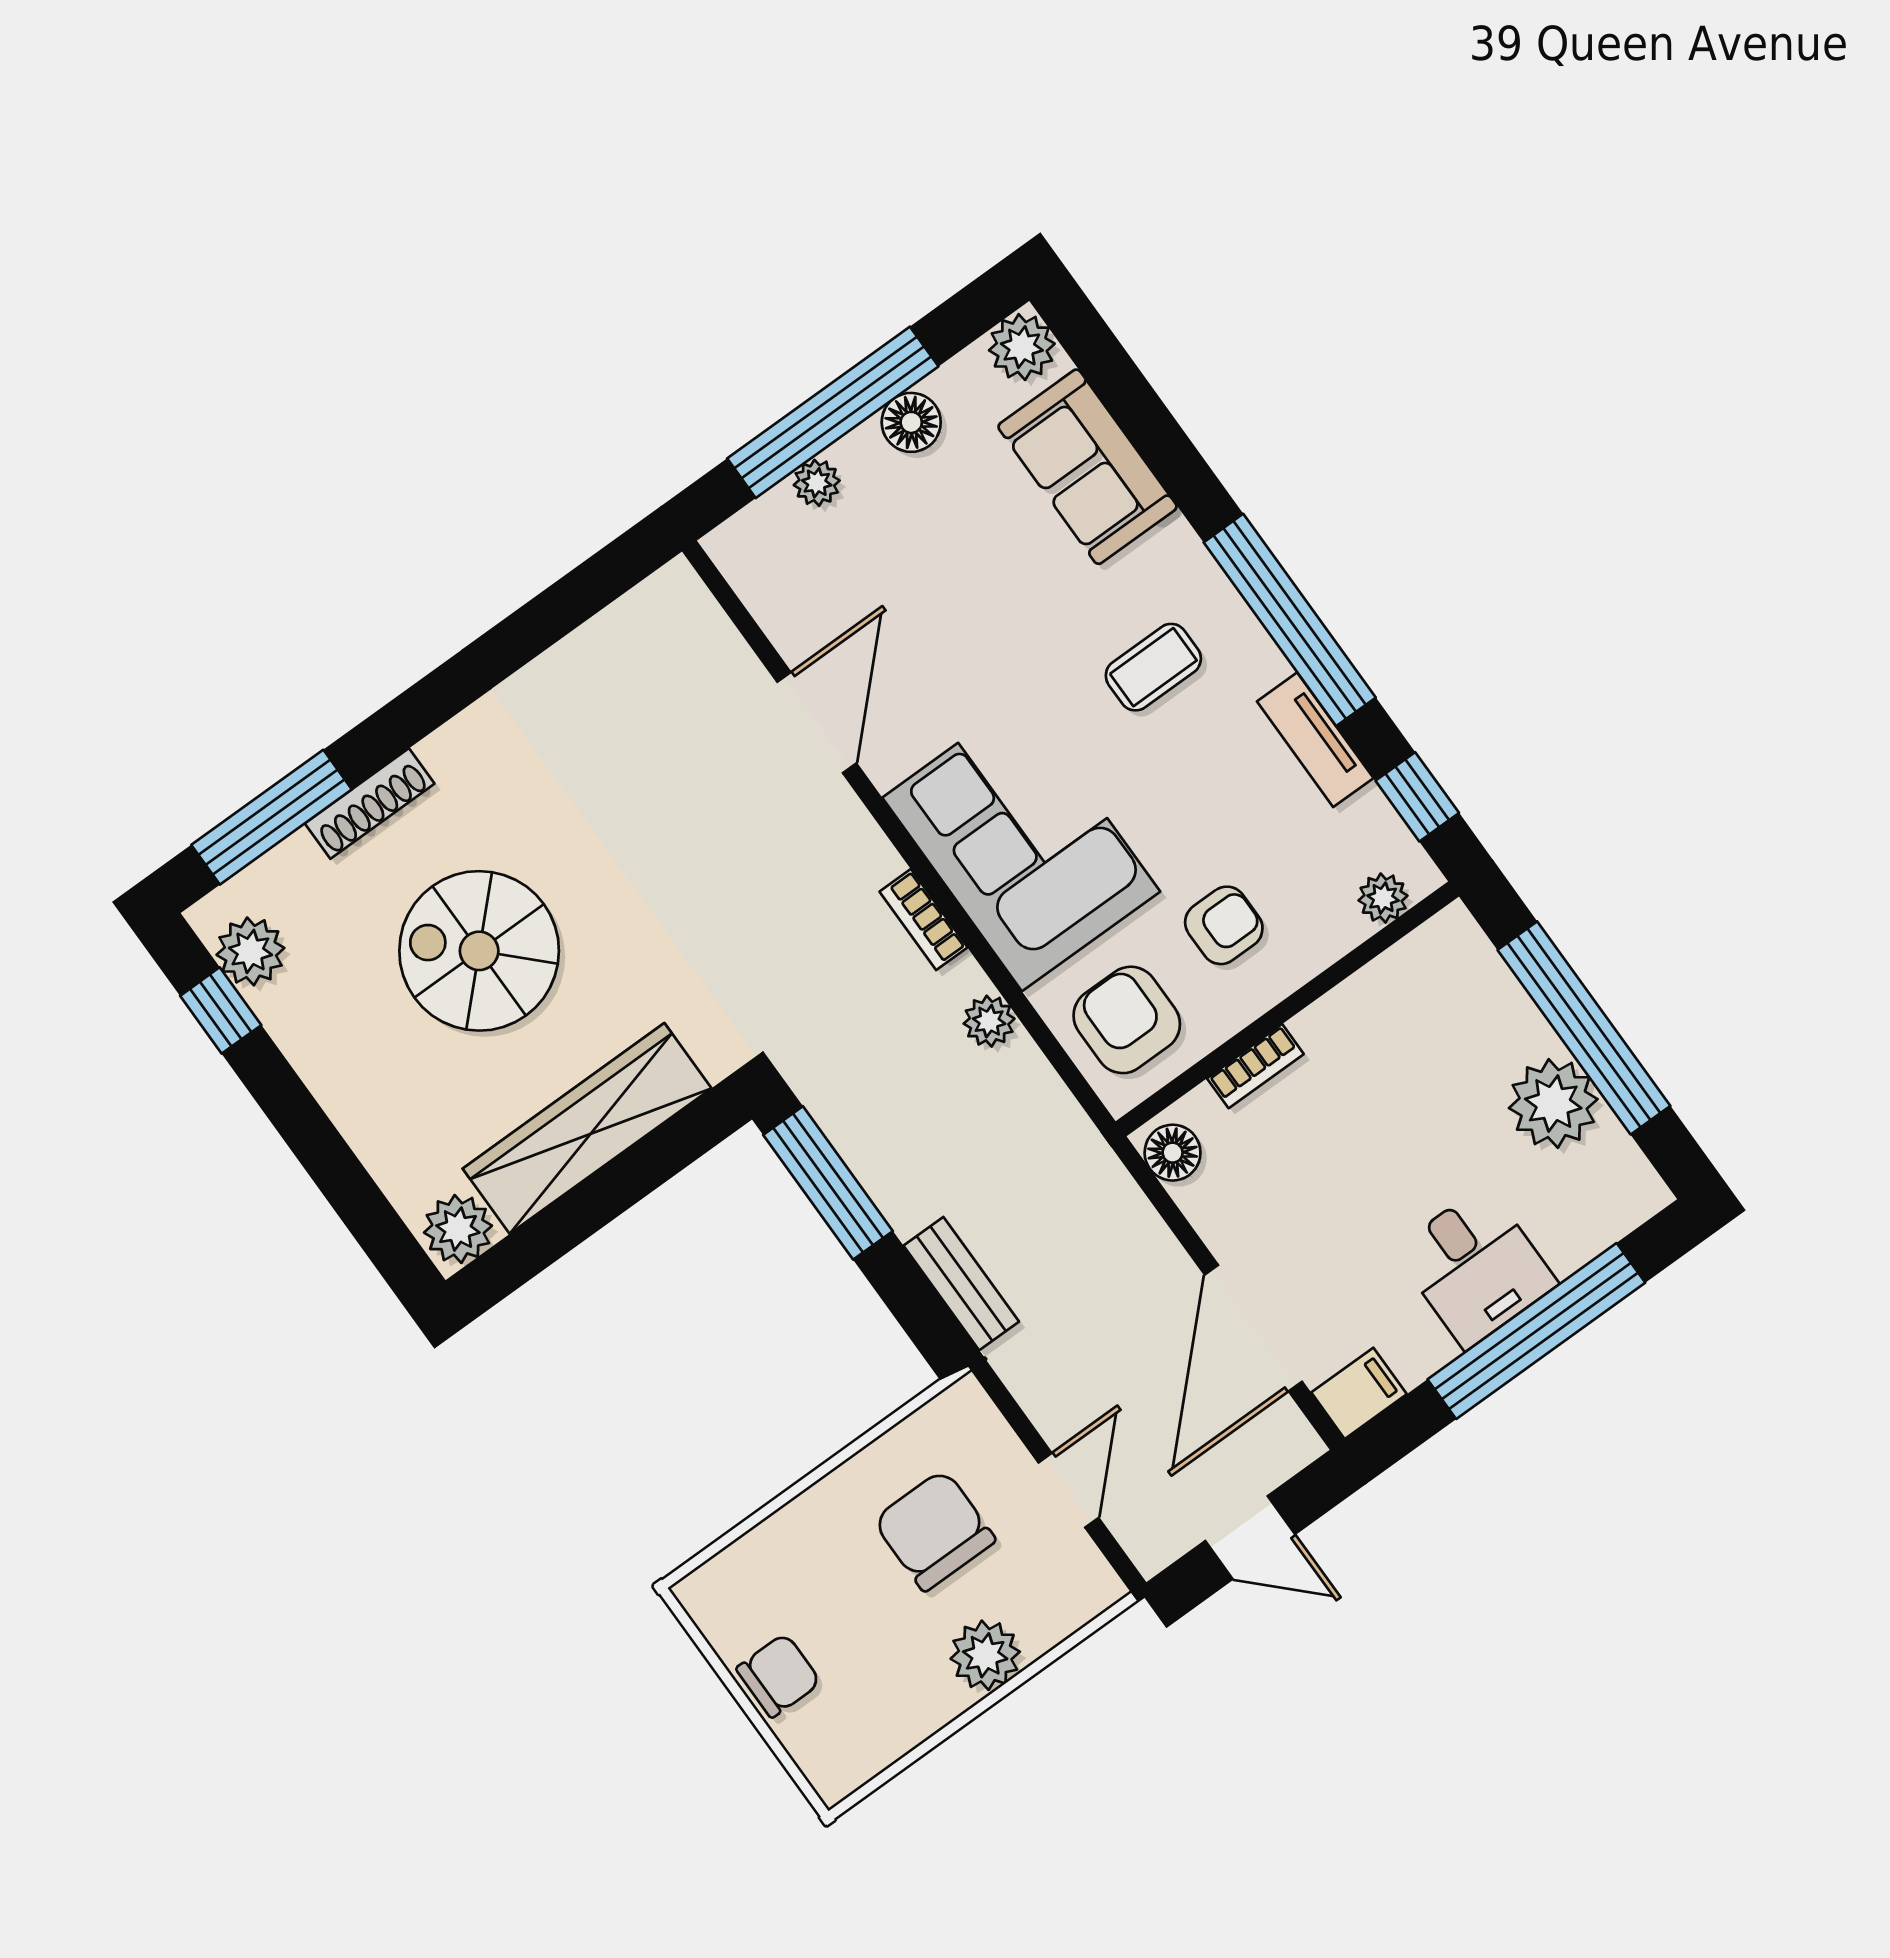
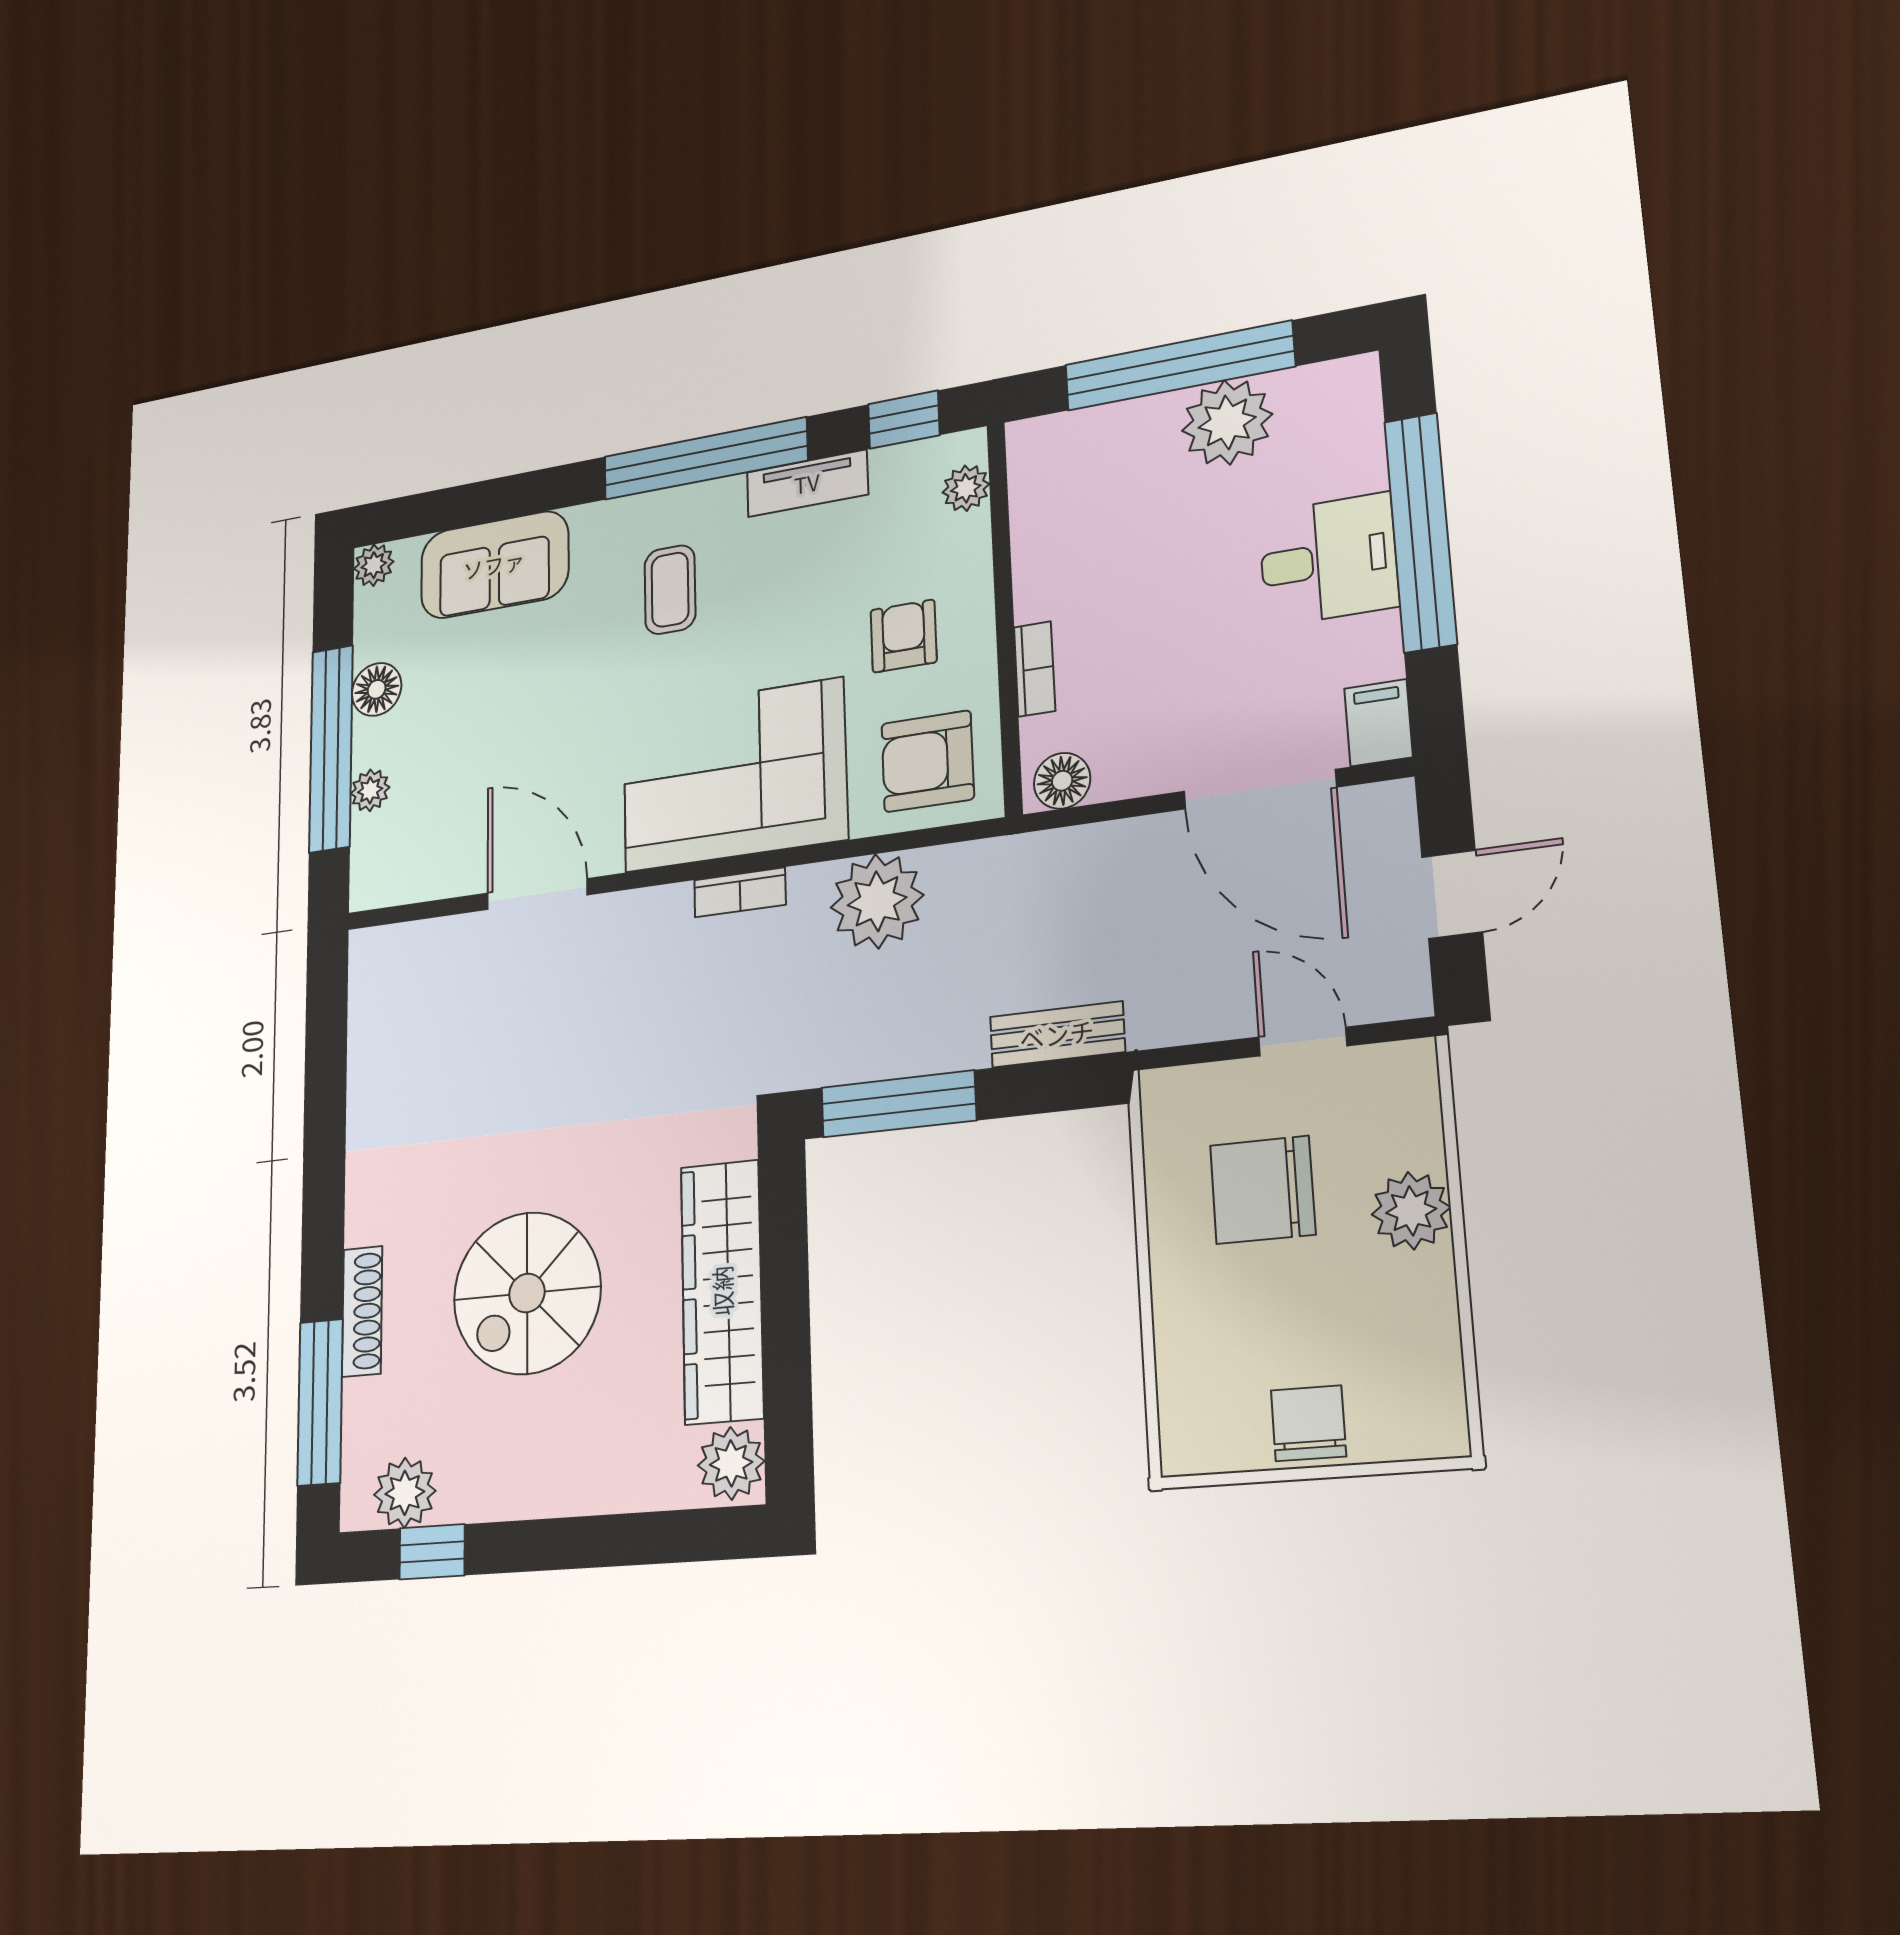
plant: (1022, 347) -> (374, 565), width x0.73, depth x0.73
plant: (989, 1021) -> (877, 901), width x1.88, depth x1.88

